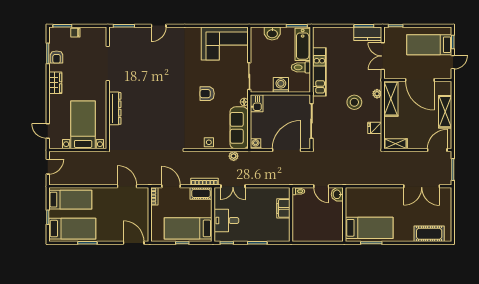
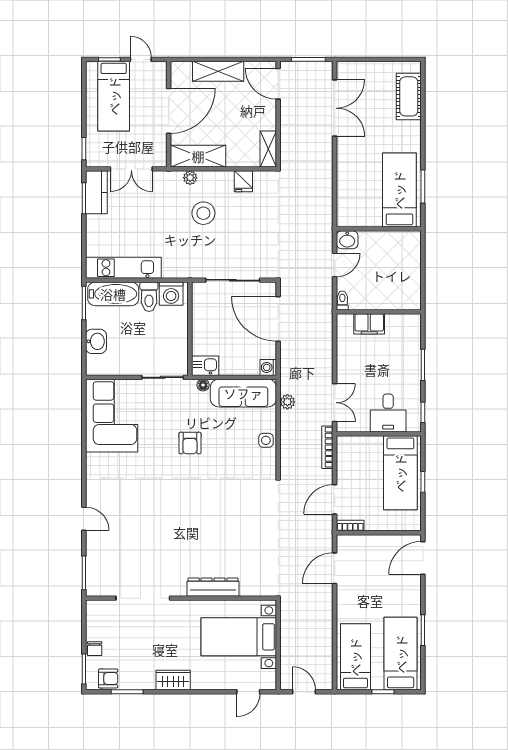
armchair: (57, 57) -> (108, 678), moved
kitchen unit: (319, 72) -> (123, 268), moved
washing machine: (281, 85) -> (171, 294), moved, turned -90
cot: (201, 193) -> (346, 453), removed

